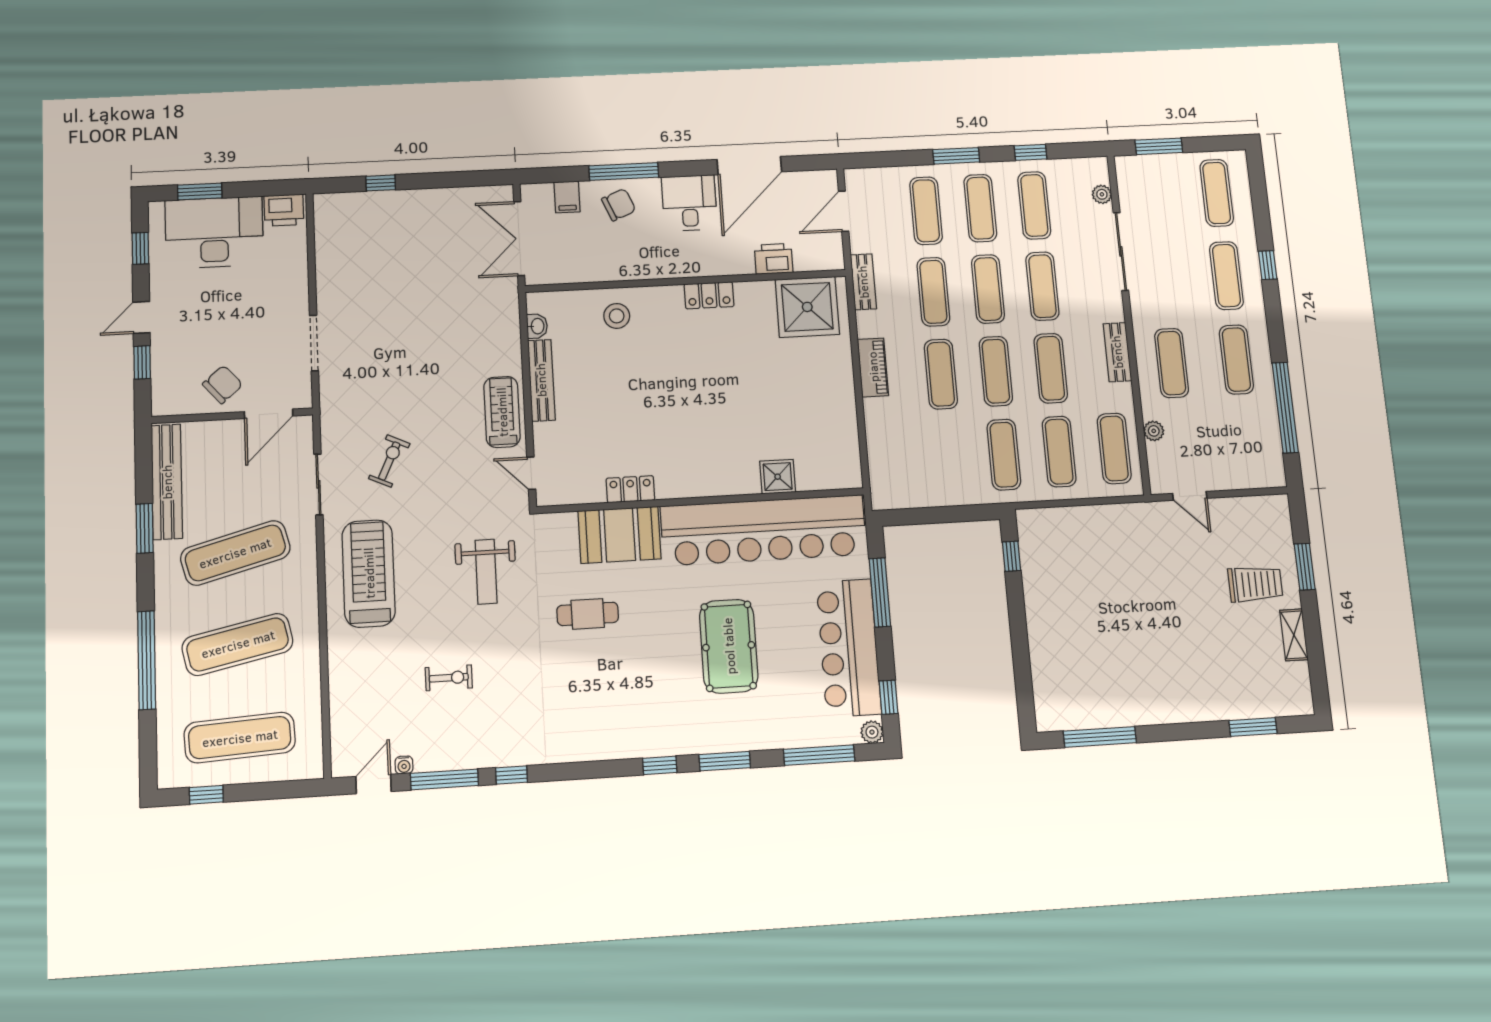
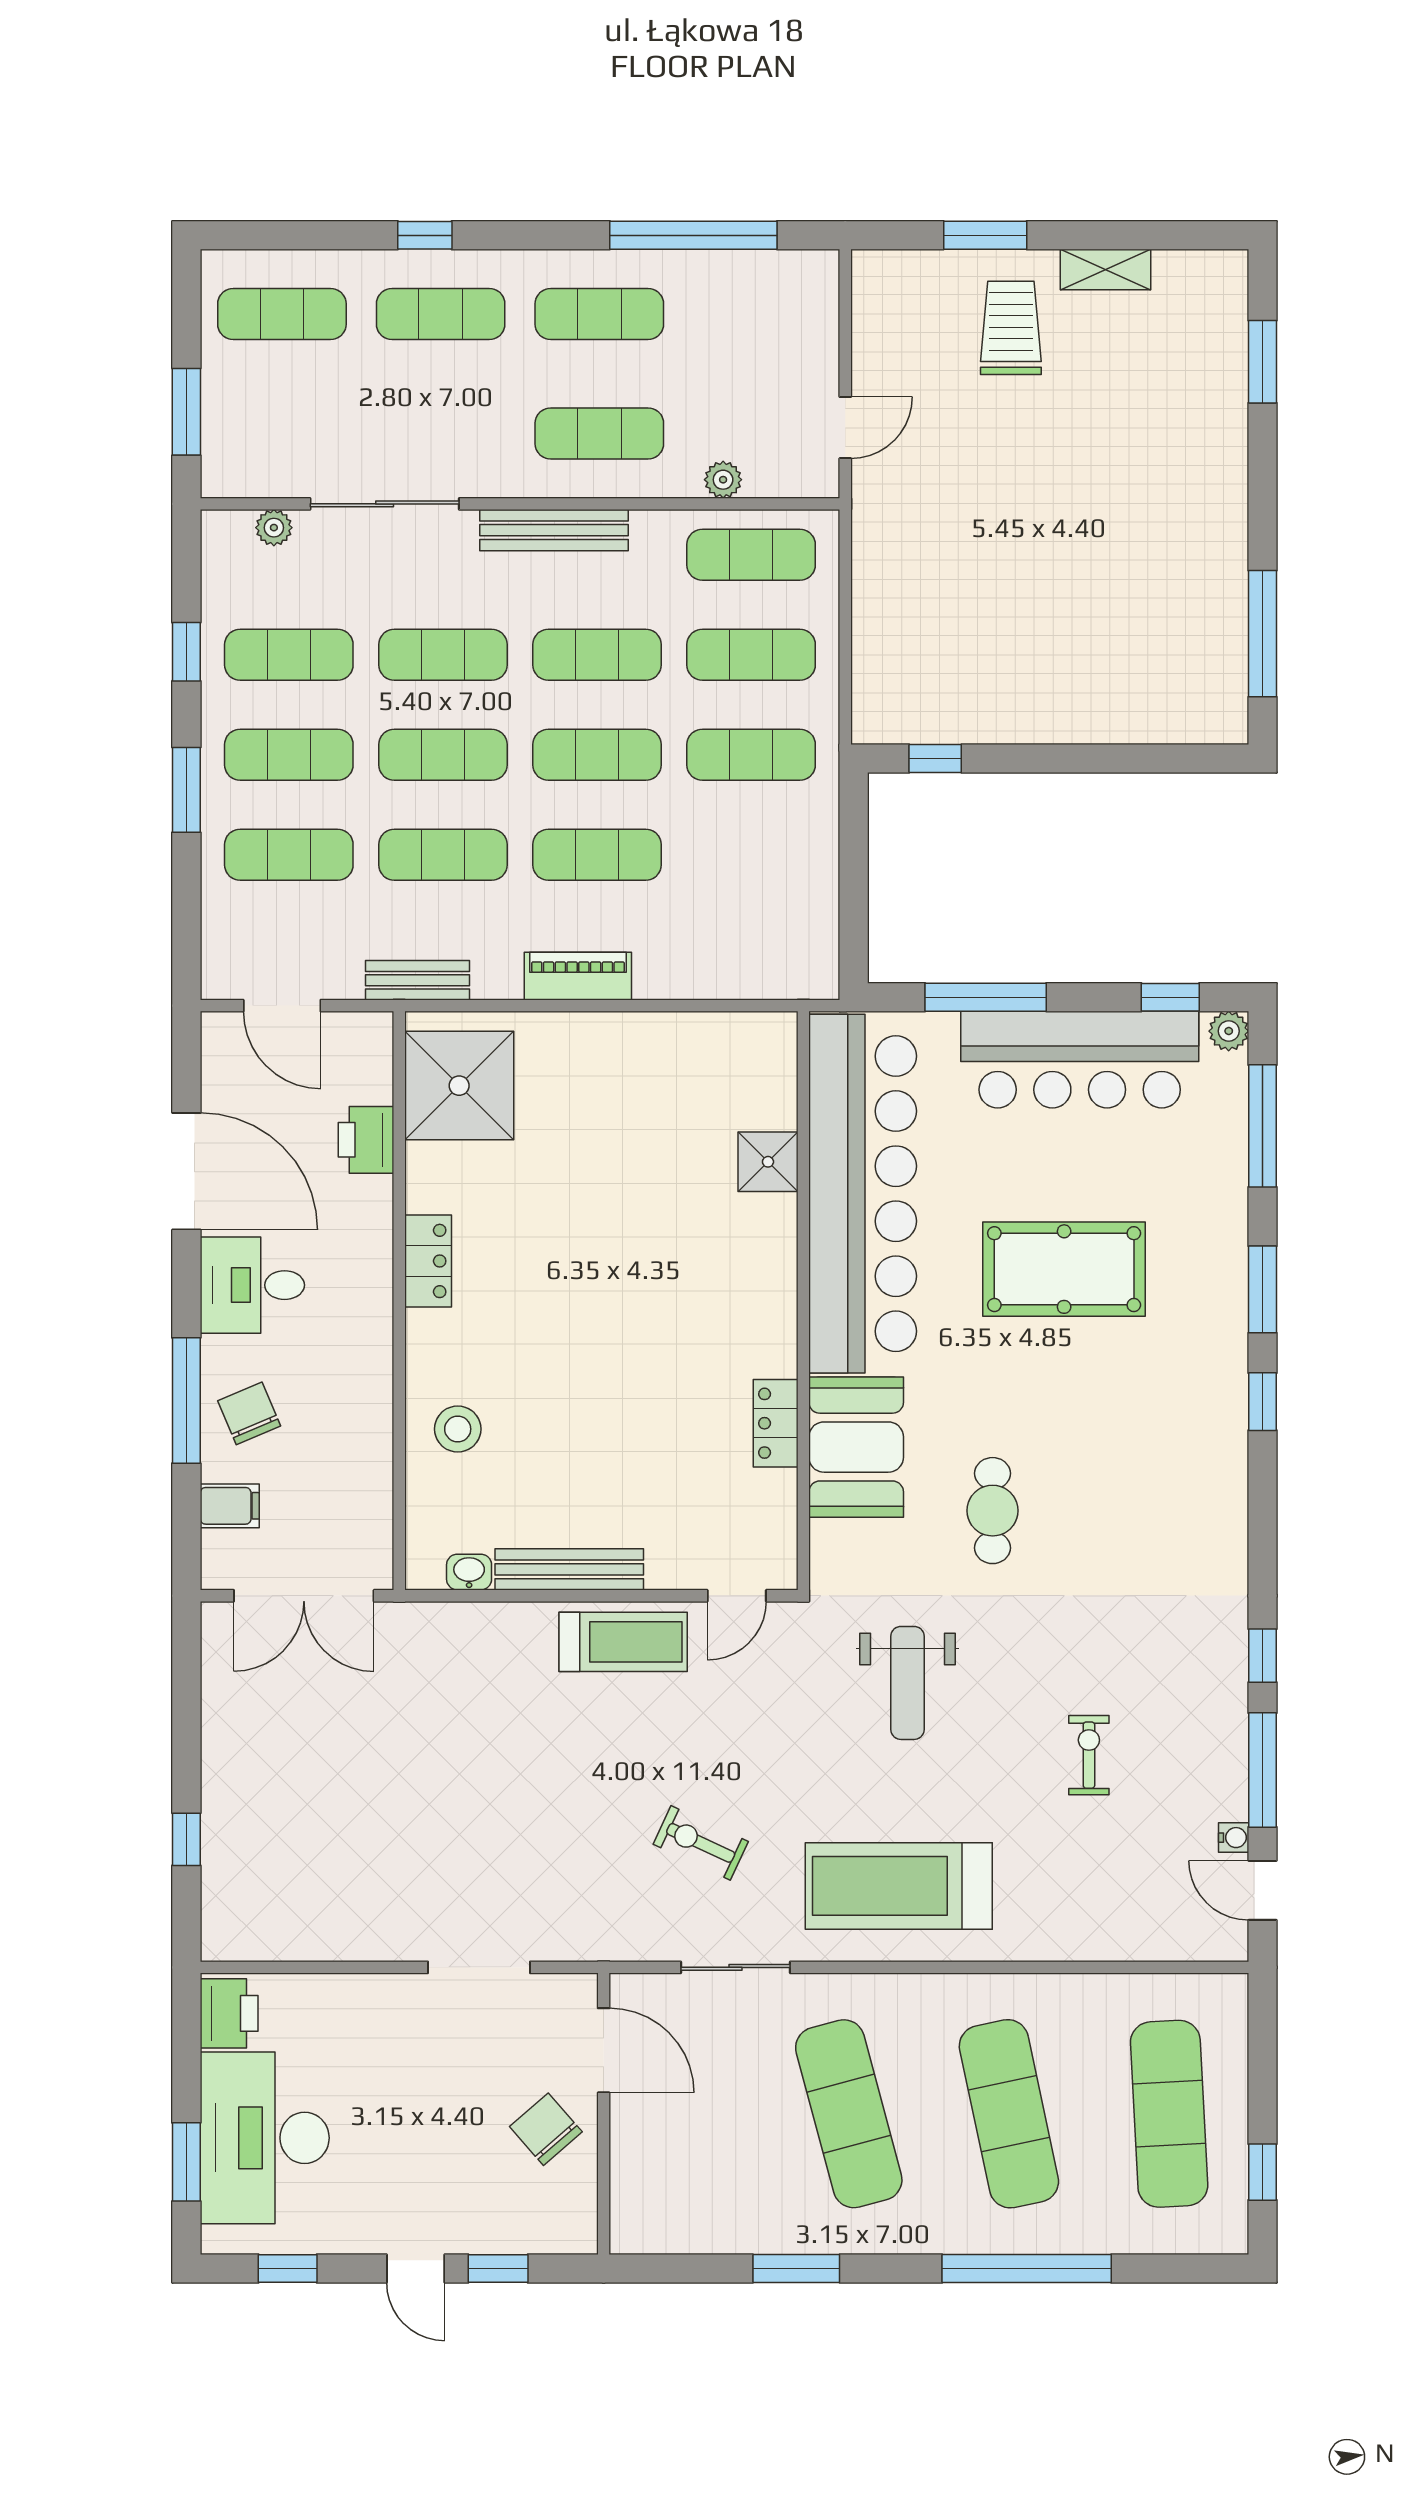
bench: (1117, 352) -> (554, 530), width x1.36
treadmill: (502, 412) -> (623, 1642), turned 180
bench: (167, 482) -> (716, 2229), removed
weight bench: (486, 572) -> (908, 1683), turned 90

